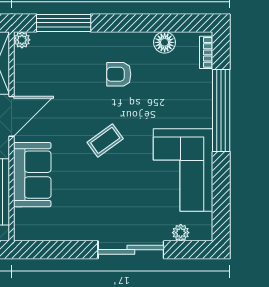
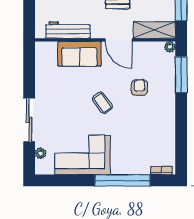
floor lamp: (165, 42) -> (168, 143), removed
armchair: (119, 74) -> (139, 88), moved

